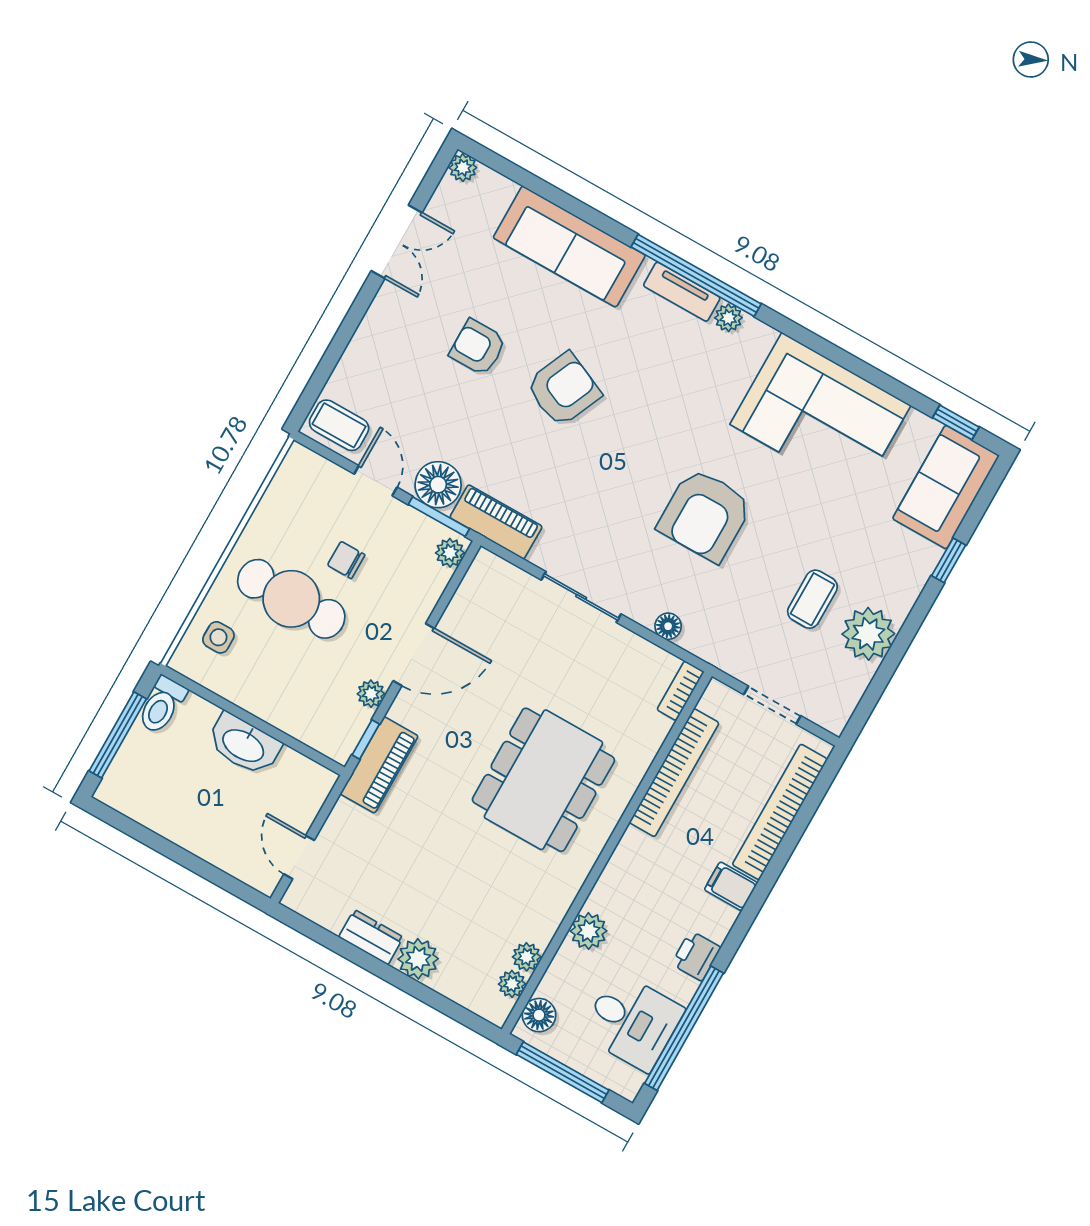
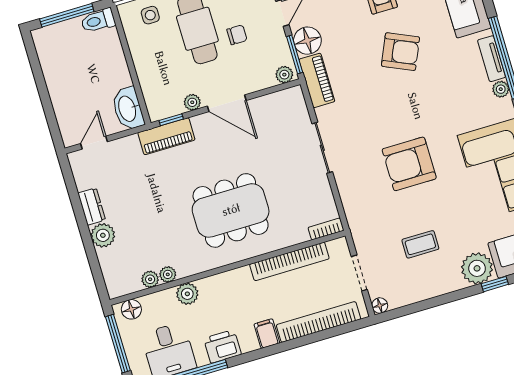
chair: (346, 560) -> (237, 35), turned 90
floor lamp: (668, 626) -> (380, 305), moved
plant: (868, 634) -> (477, 268), moved
washbasin: (244, 744) -> (128, 109), moved
printer: (696, 956) -> (222, 346), width x1.36, depth x1.24
plant: (512, 984) -> (168, 274), moved

